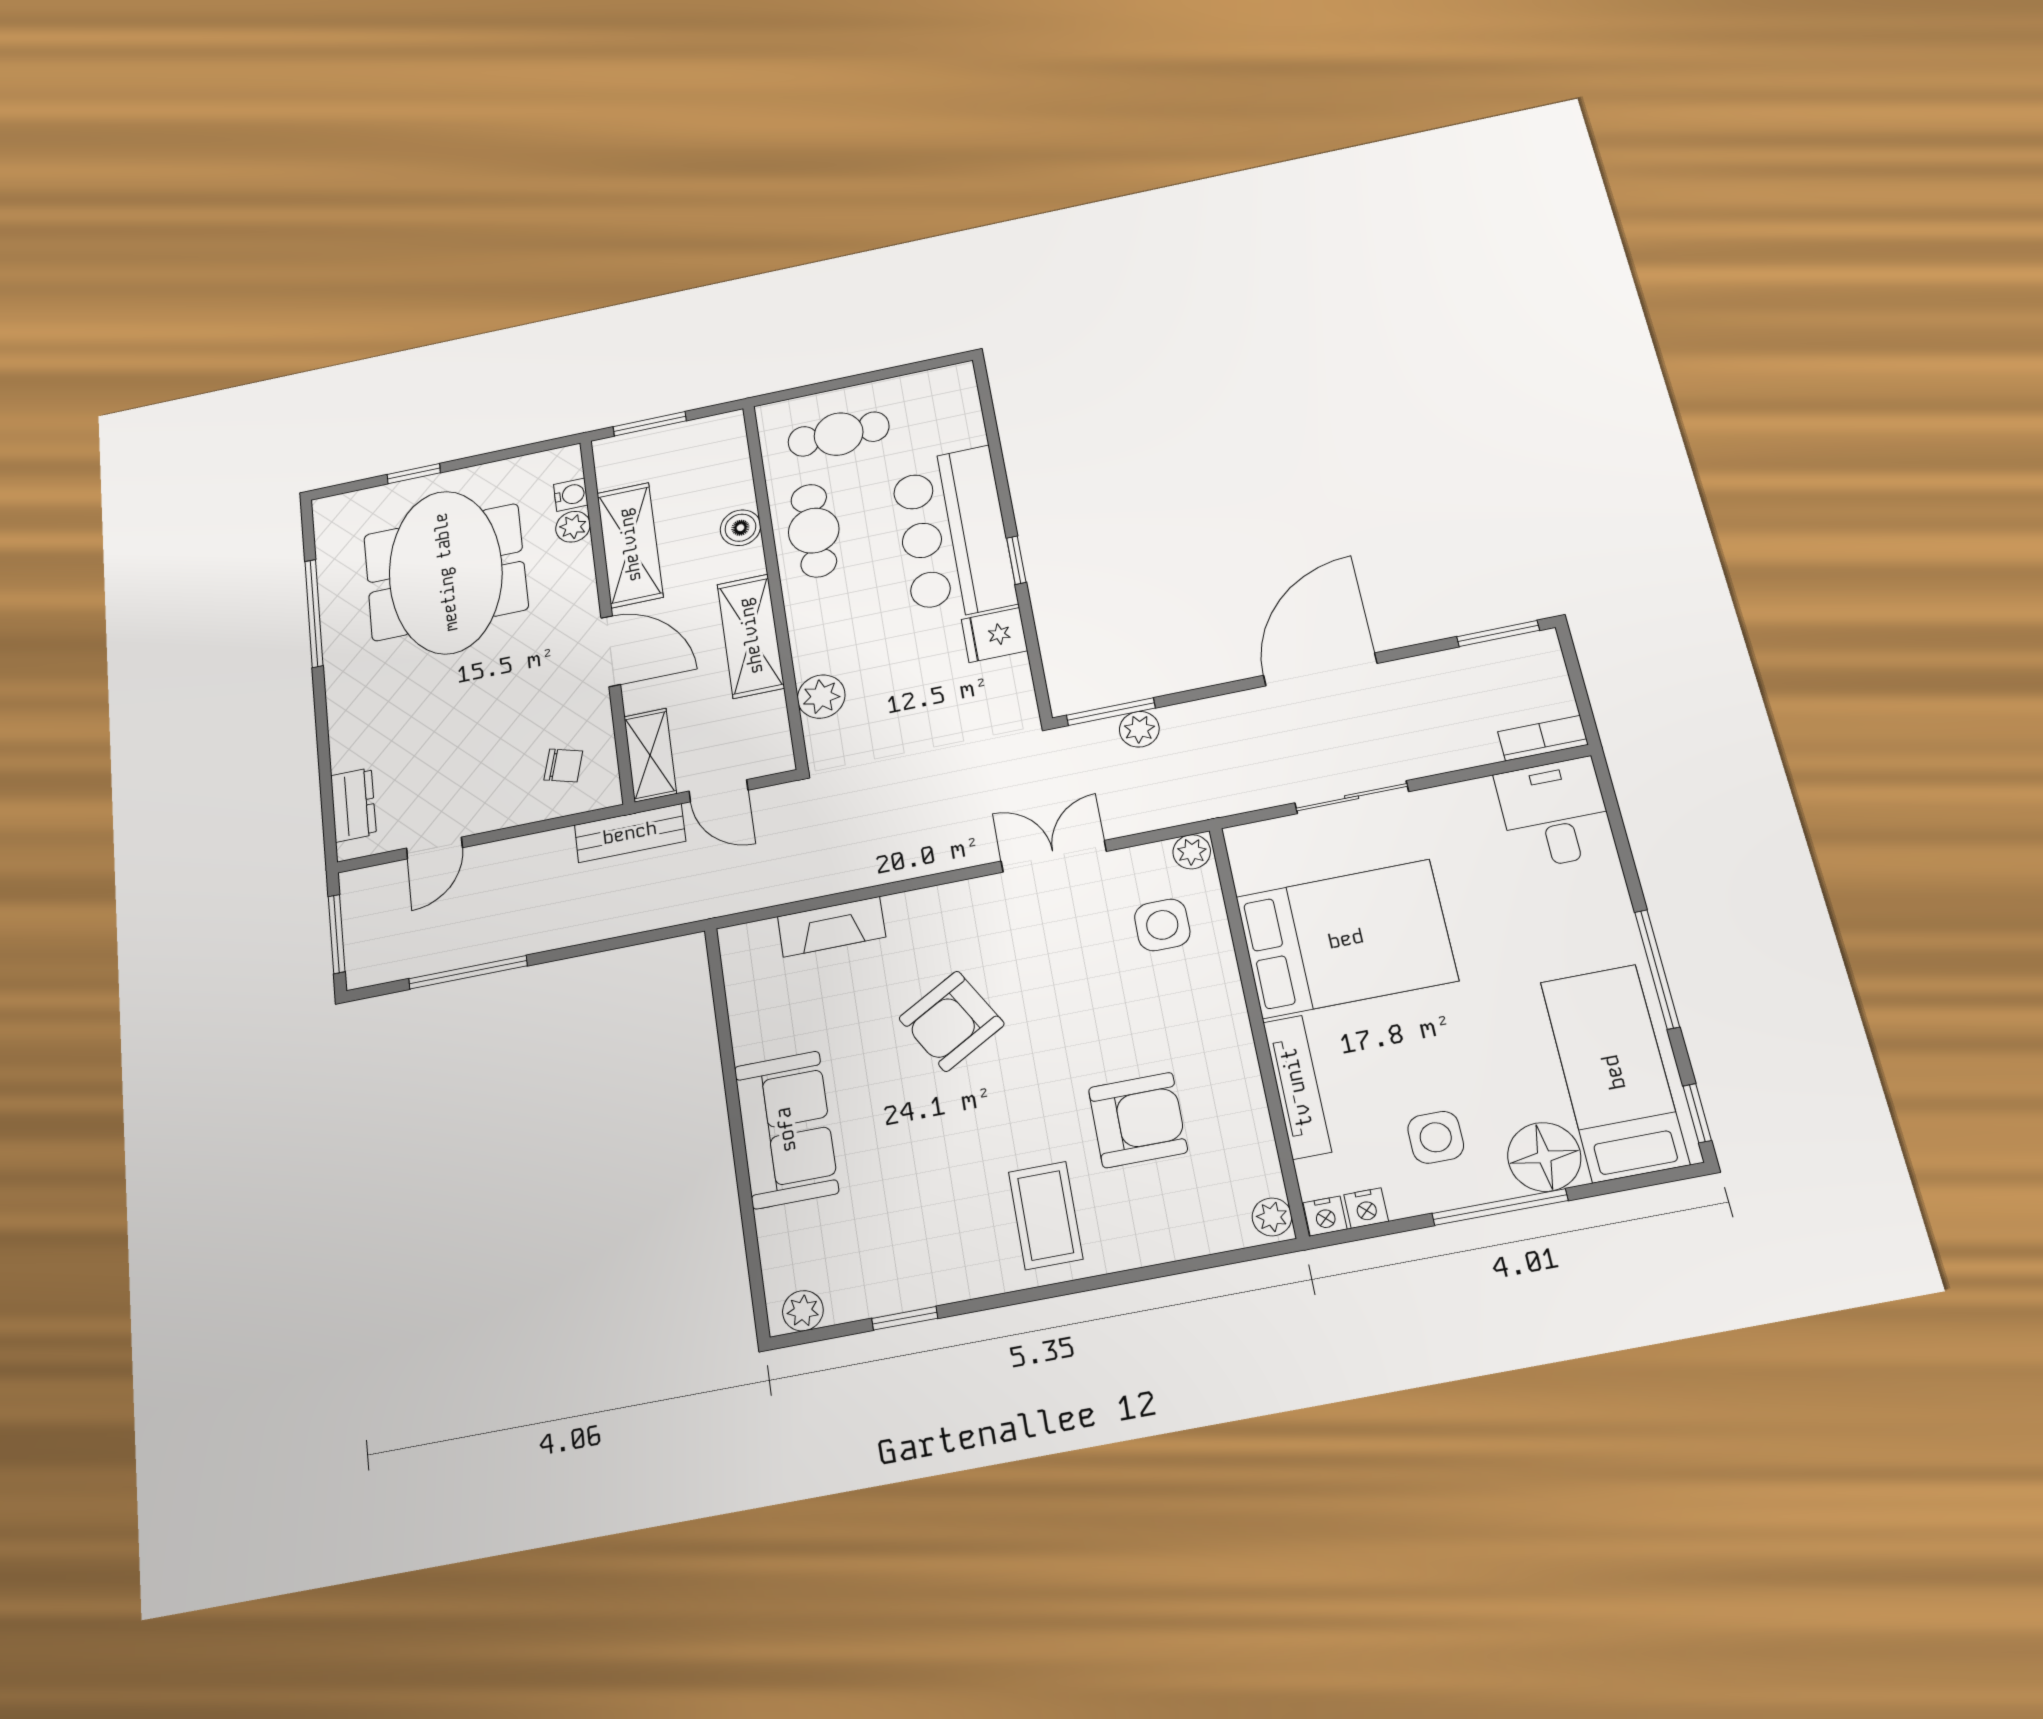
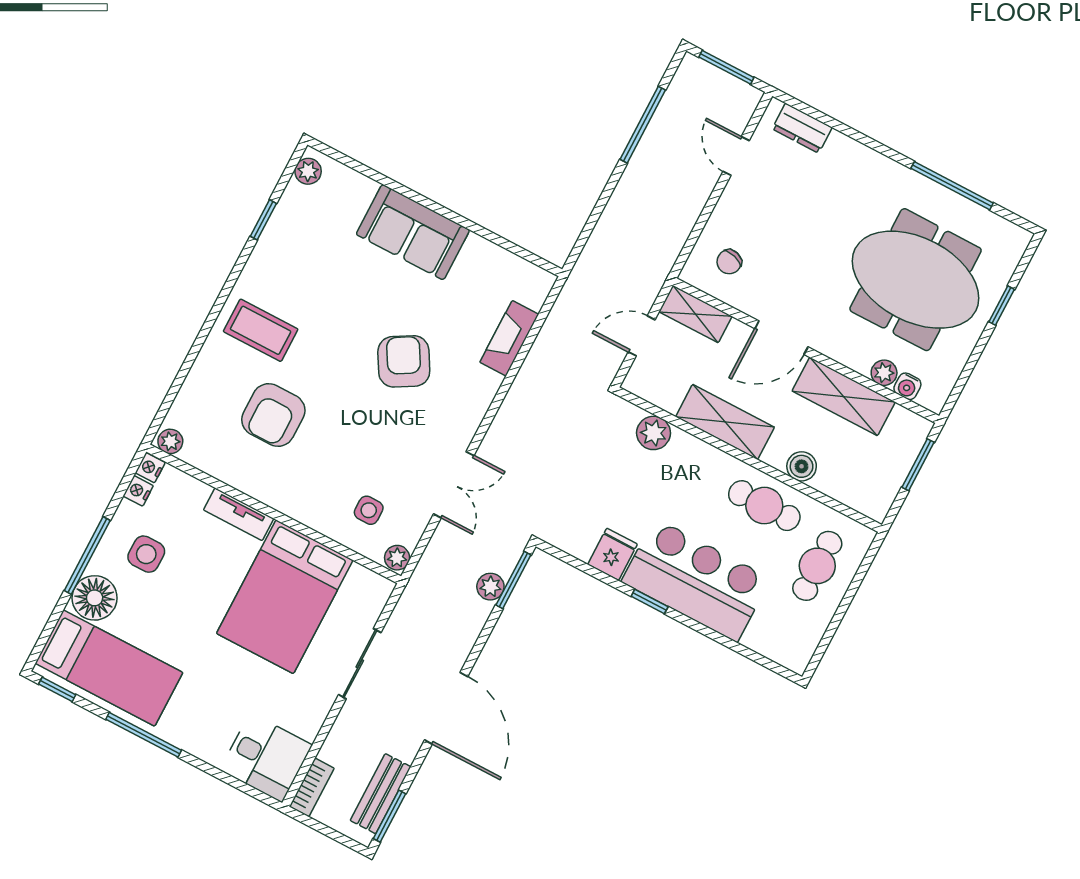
bench: (630, 833) -> (381, 794), moved
side table: (1162, 925) -> (369, 510), width x0.73, depth x0.73
tv unit: (1297, 1087) -> (239, 514), width x0.71

